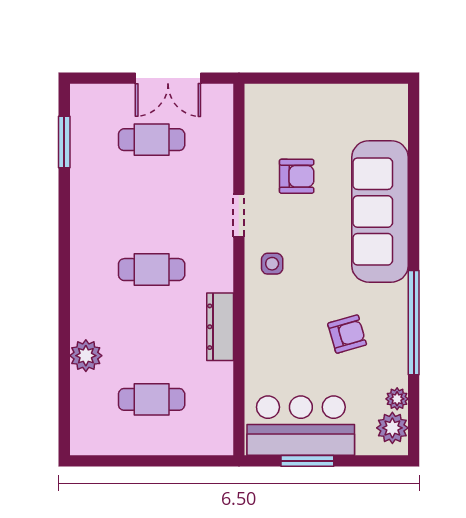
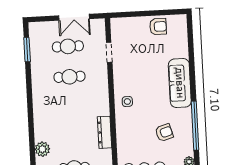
armchair: (297, 176) -> (158, 27), moved
sofa: (380, 211) -> (180, 83), width x0.74, depth x0.79
doorway: (239, 215) -> (109, 52), moved
cafe table: (152, 270) -> (69, 77), moved

